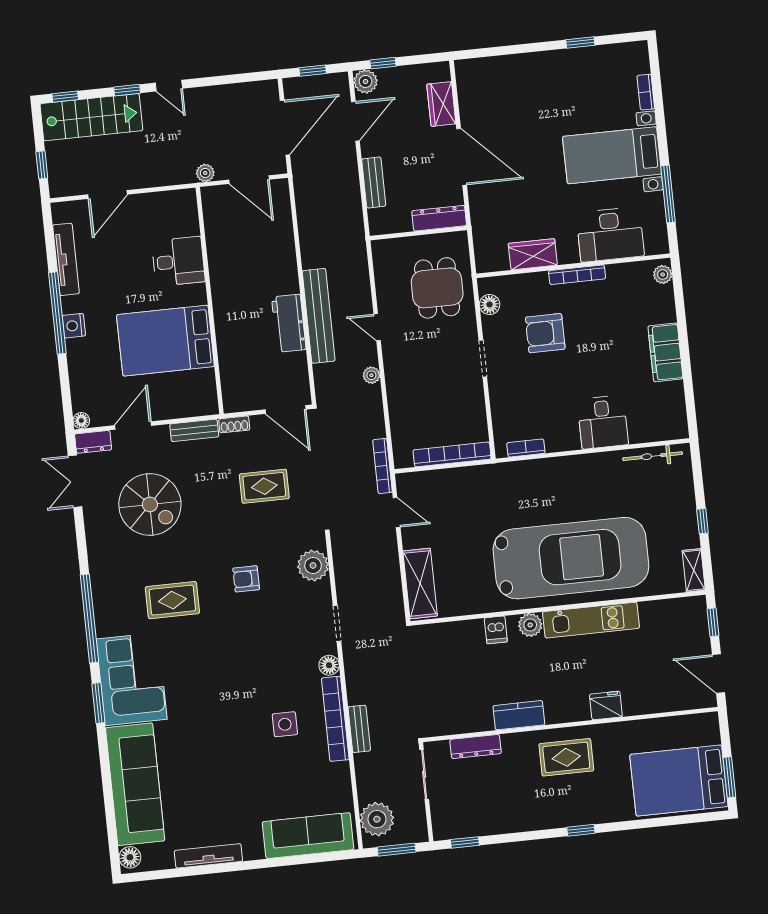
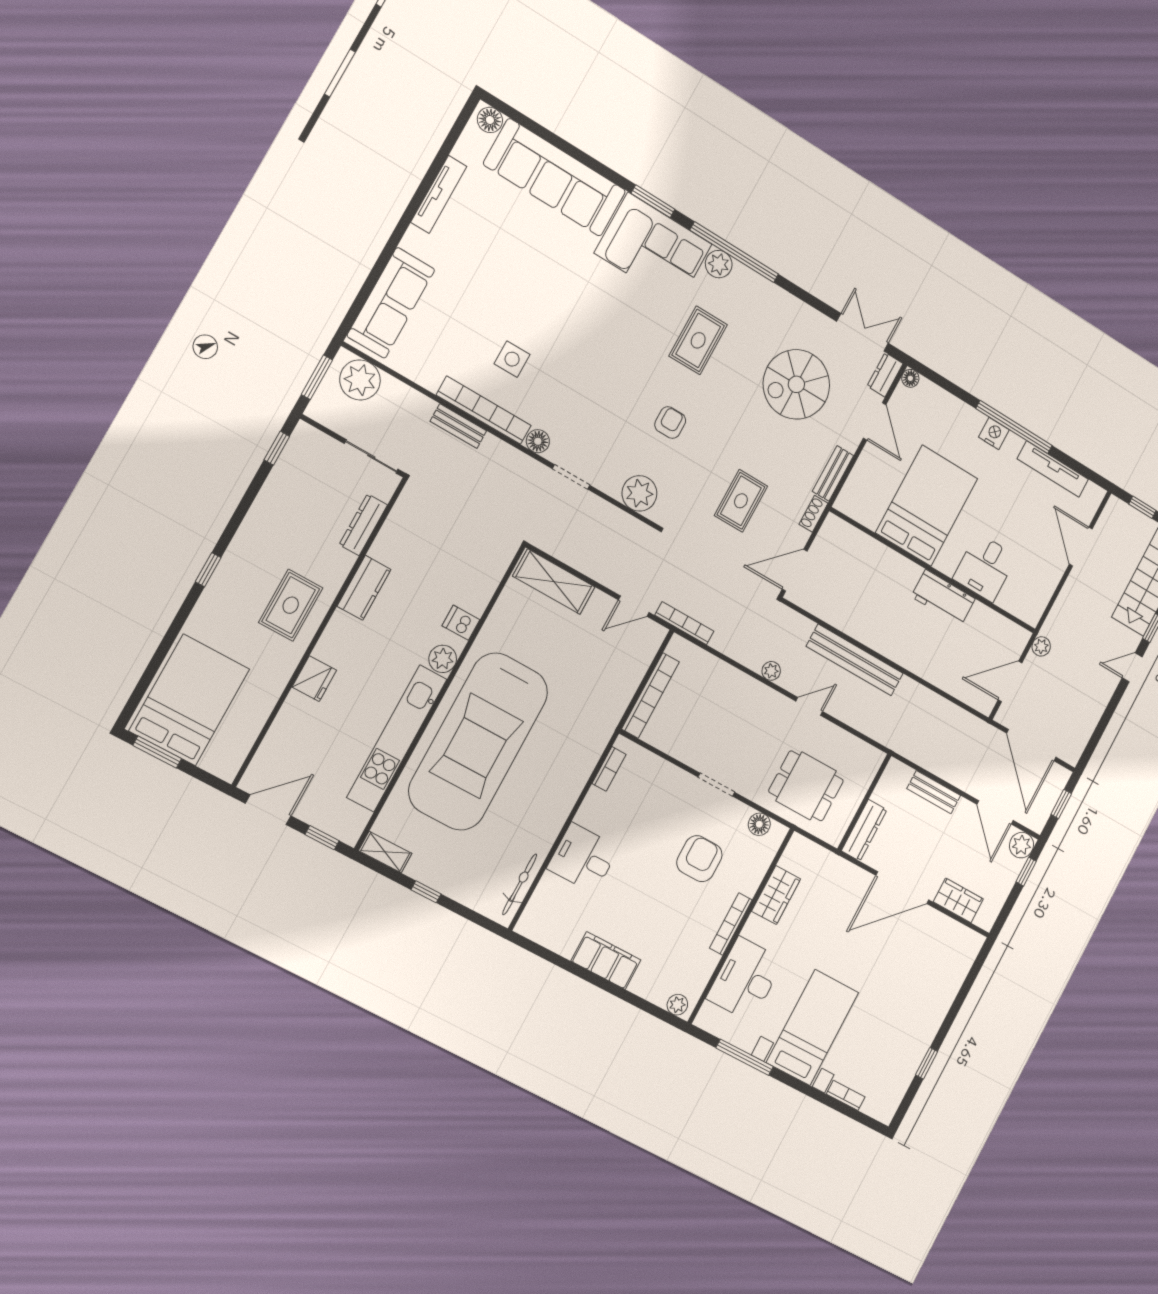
workbench: (289, 323) -> (943, 598), moved, turned 180
kitchen unit: (591, 620) -> (397, 738), width x1.36
plant: (107, 624) -> (719, 264), added

